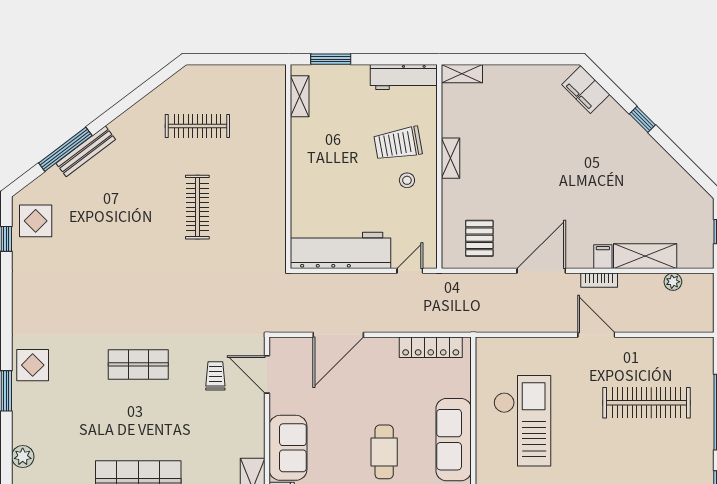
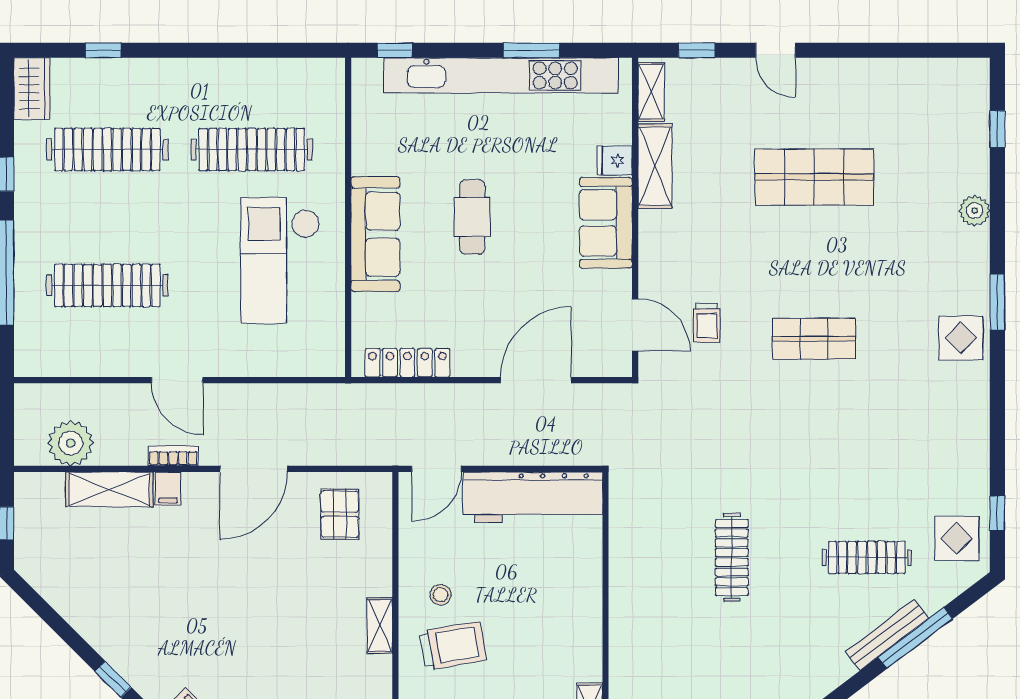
clothes rail: (197, 126) -> (867, 557), moved
door: (410, 271) -> (437, 469), width x1.38
plant: (673, 282) -> (71, 443), width x1.88, depth x1.88

